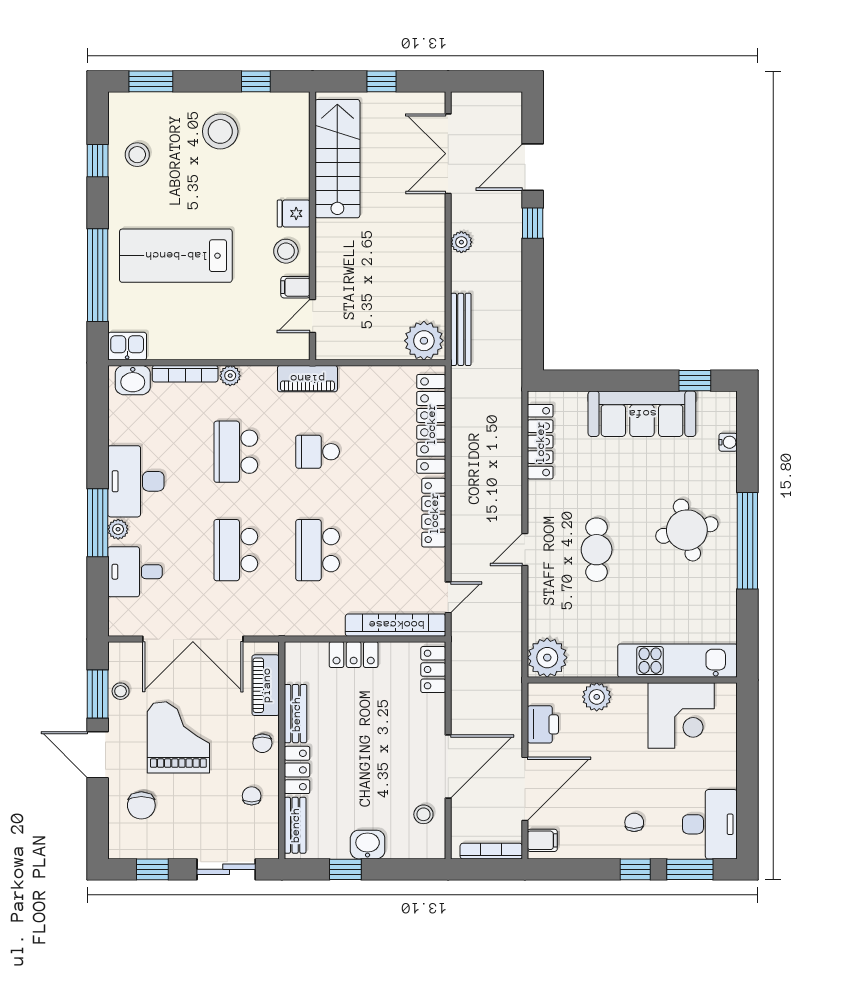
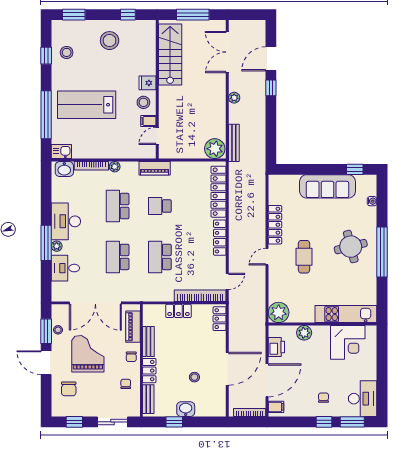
window: (381, 81) -> (193, 15), width x2.17
locker: (540, 442) -> (275, 225), moved
stool: (423, 814) -> (194, 377), moved

